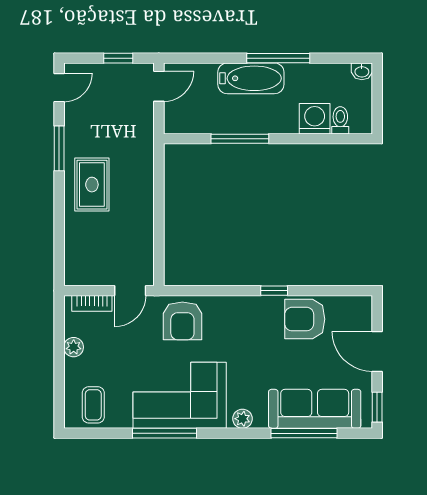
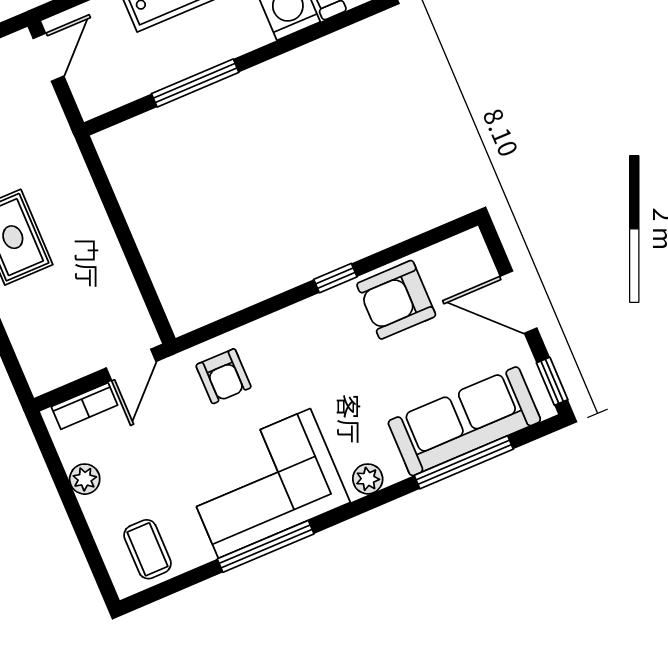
armchair: (182, 321) -> (224, 376), width x0.72, depth x0.72

